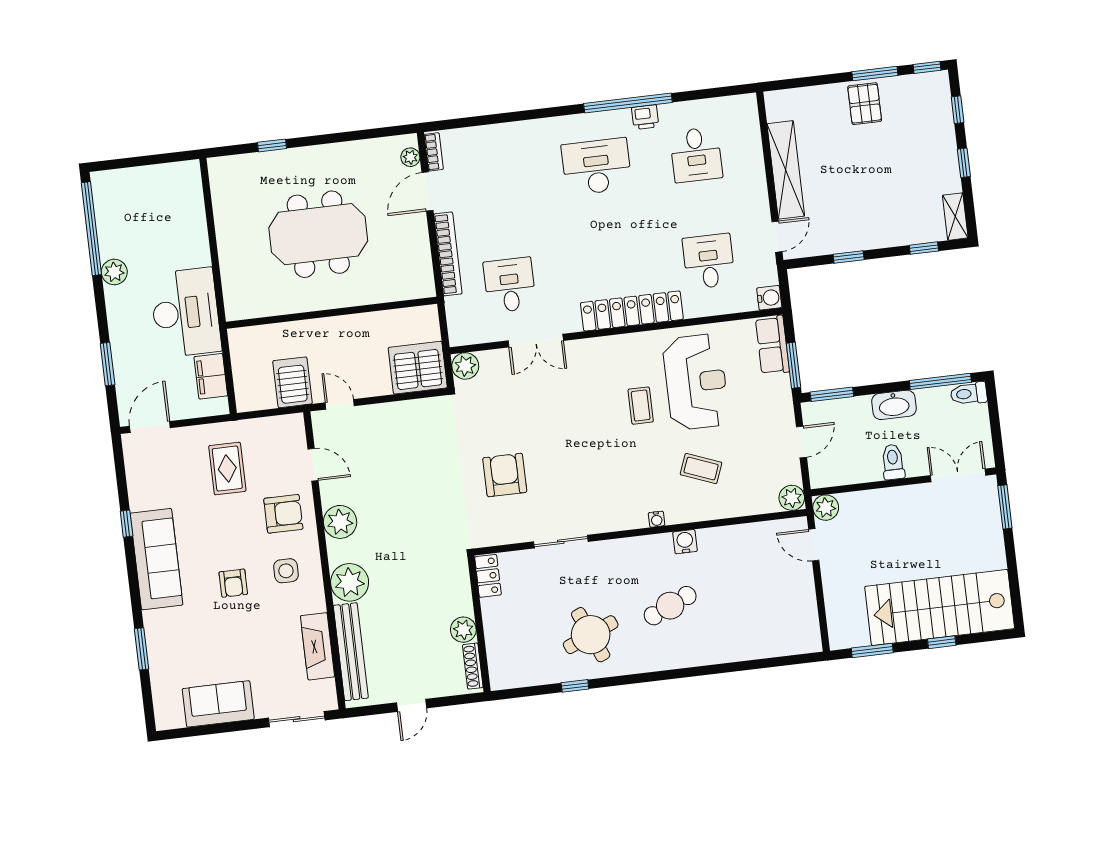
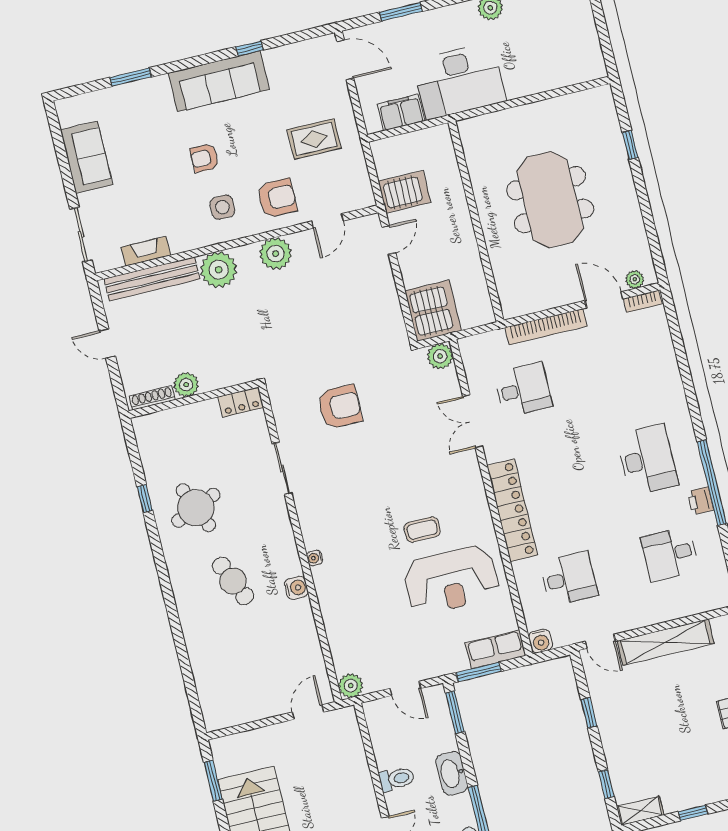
coffee table: (701, 469) -> (368, 595), removed
plant: (826, 508) -> (345, 719), removed
armchair: (283, 514) -> (277, 198), turned -90
fireplace: (318, 646) -> (146, 251), width x0.73, depth x0.76

